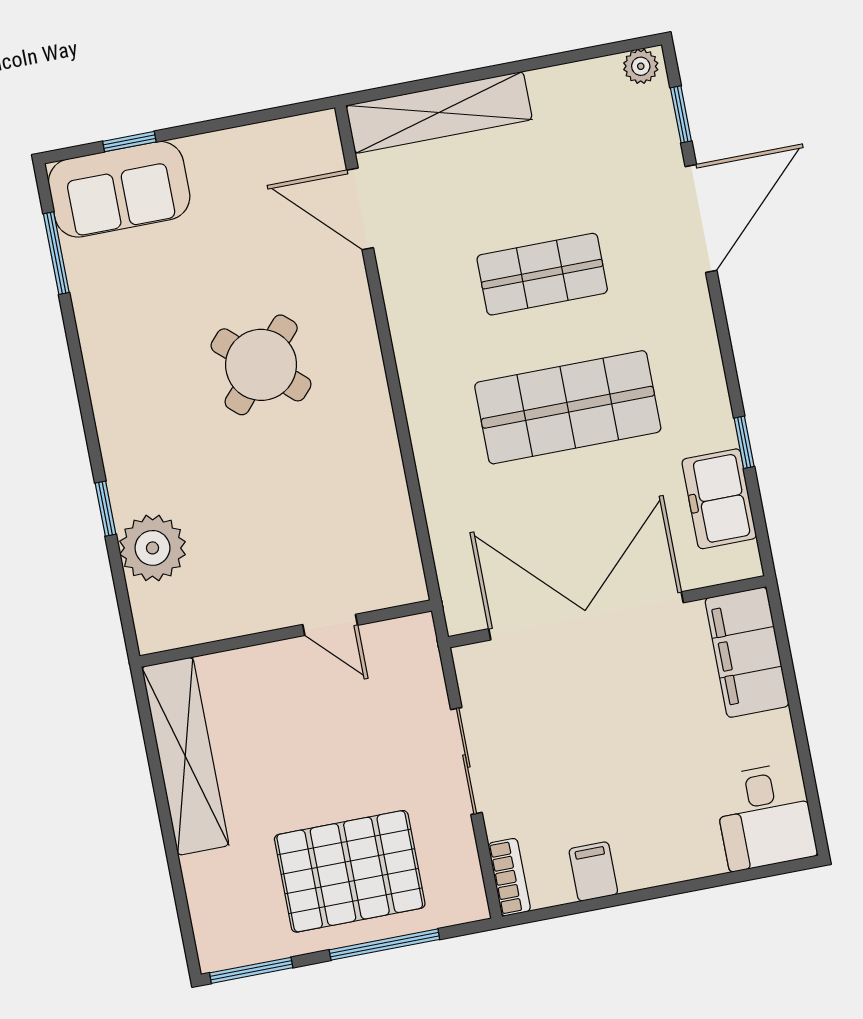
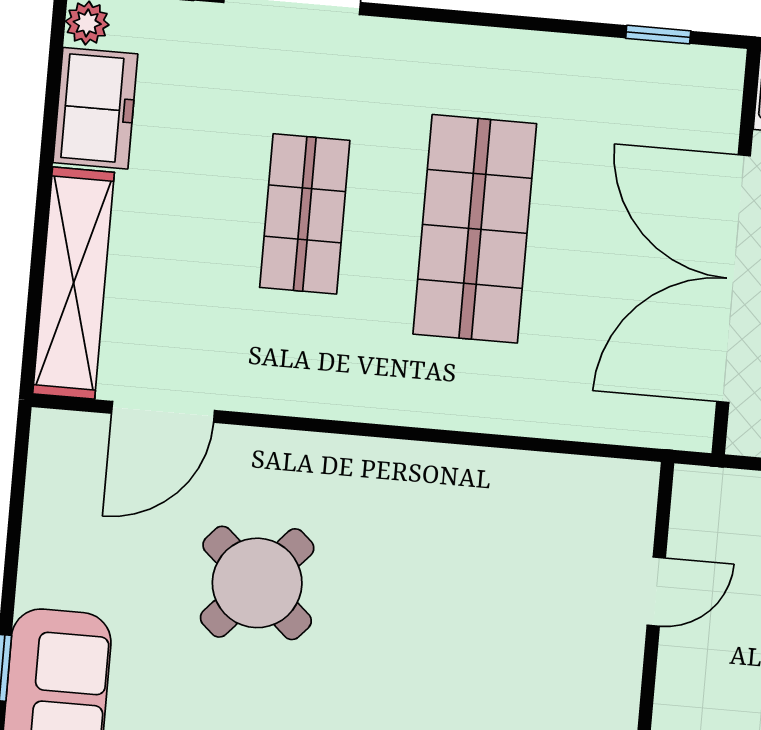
round table: (261, 365) -> (257, 583), moved
window: (744, 442) -> (658, 35), moved
freezer: (719, 499) -> (95, 108), moved, turned -90

